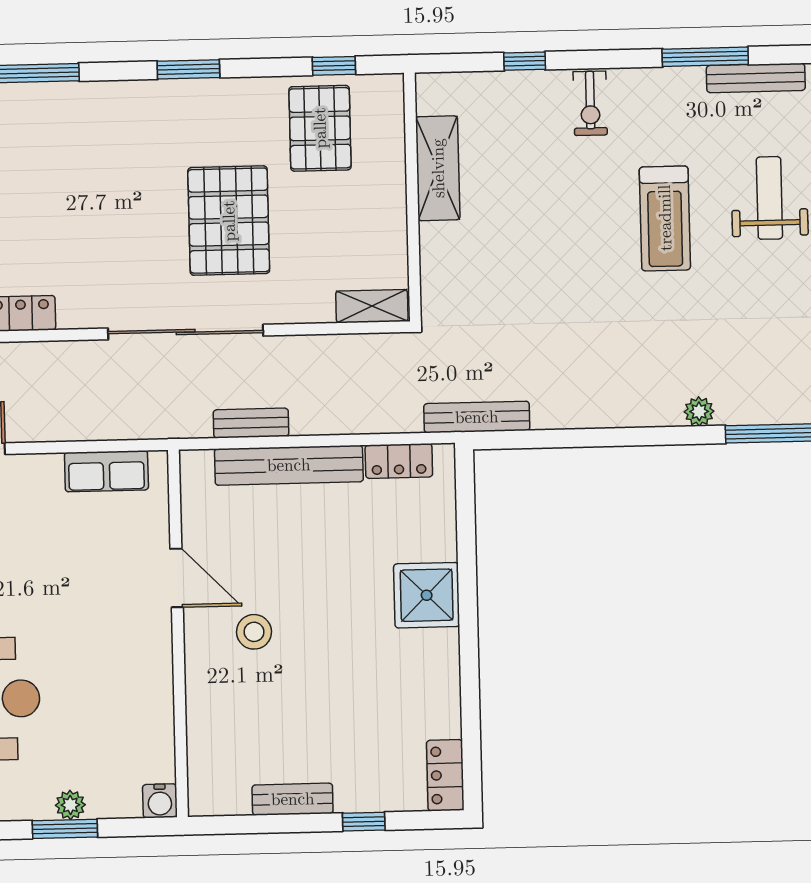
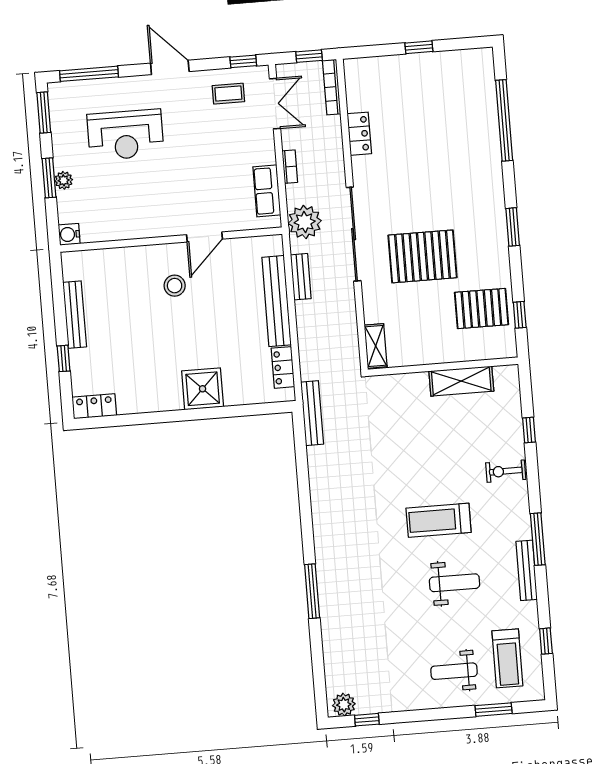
plant: (699, 411) -> (305, 222), moved, width x1.87, depth x1.87
bookcase: (69, 431) -> (290, 167), added
bench: (293, 799) -> (75, 315), width x1.36

